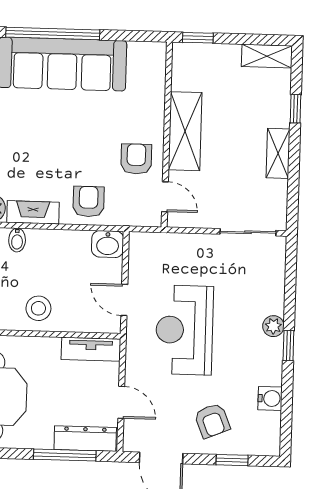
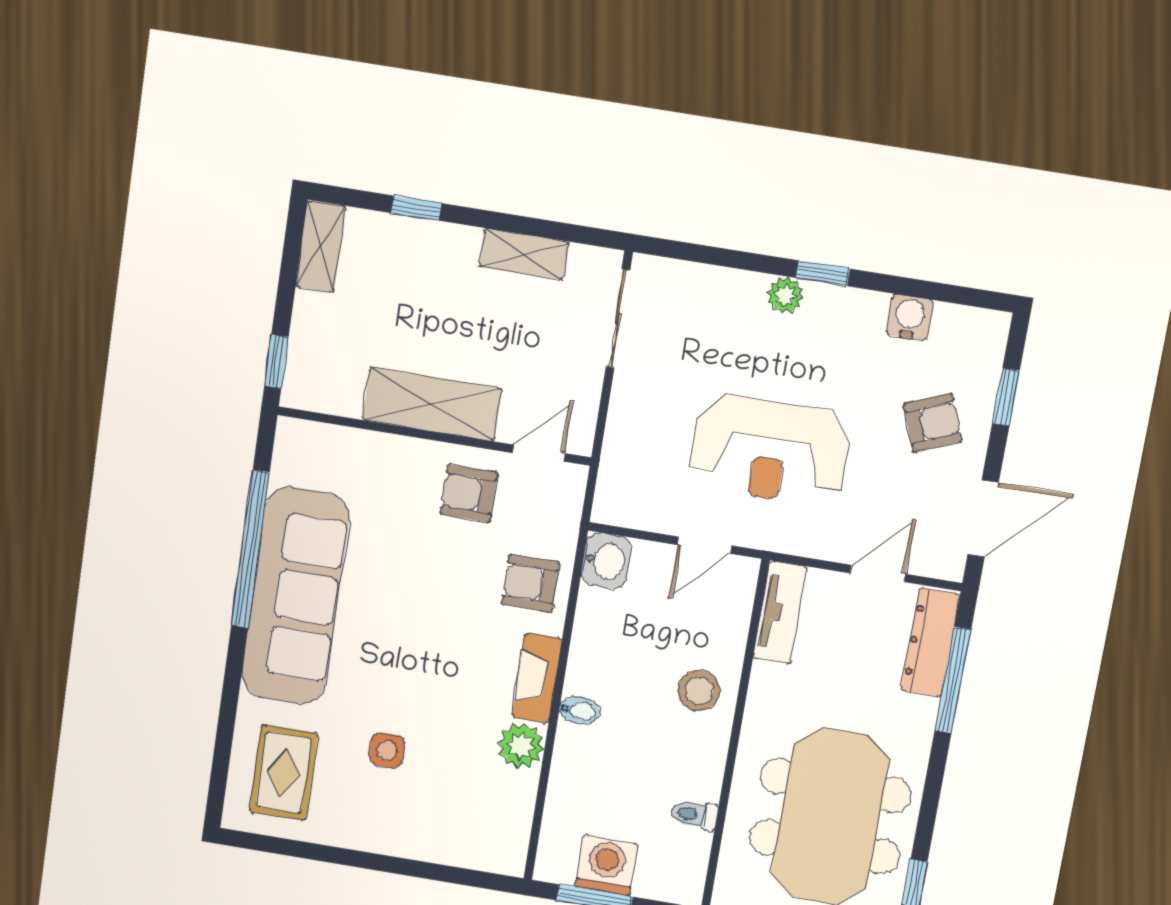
window: (53, 33) -> (250, 549), moved
shelving: (278, 153) -> (524, 254), moved

